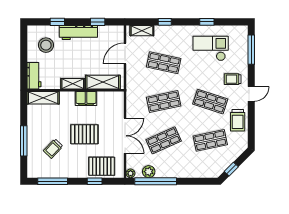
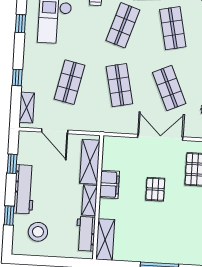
workbench: (34, 76) -> (86, 234), moved, turned -90
pallet: (84, 134) -> (155, 189), width x0.67, depth x0.71
trolley: (53, 149) -> (171, 230), removed

